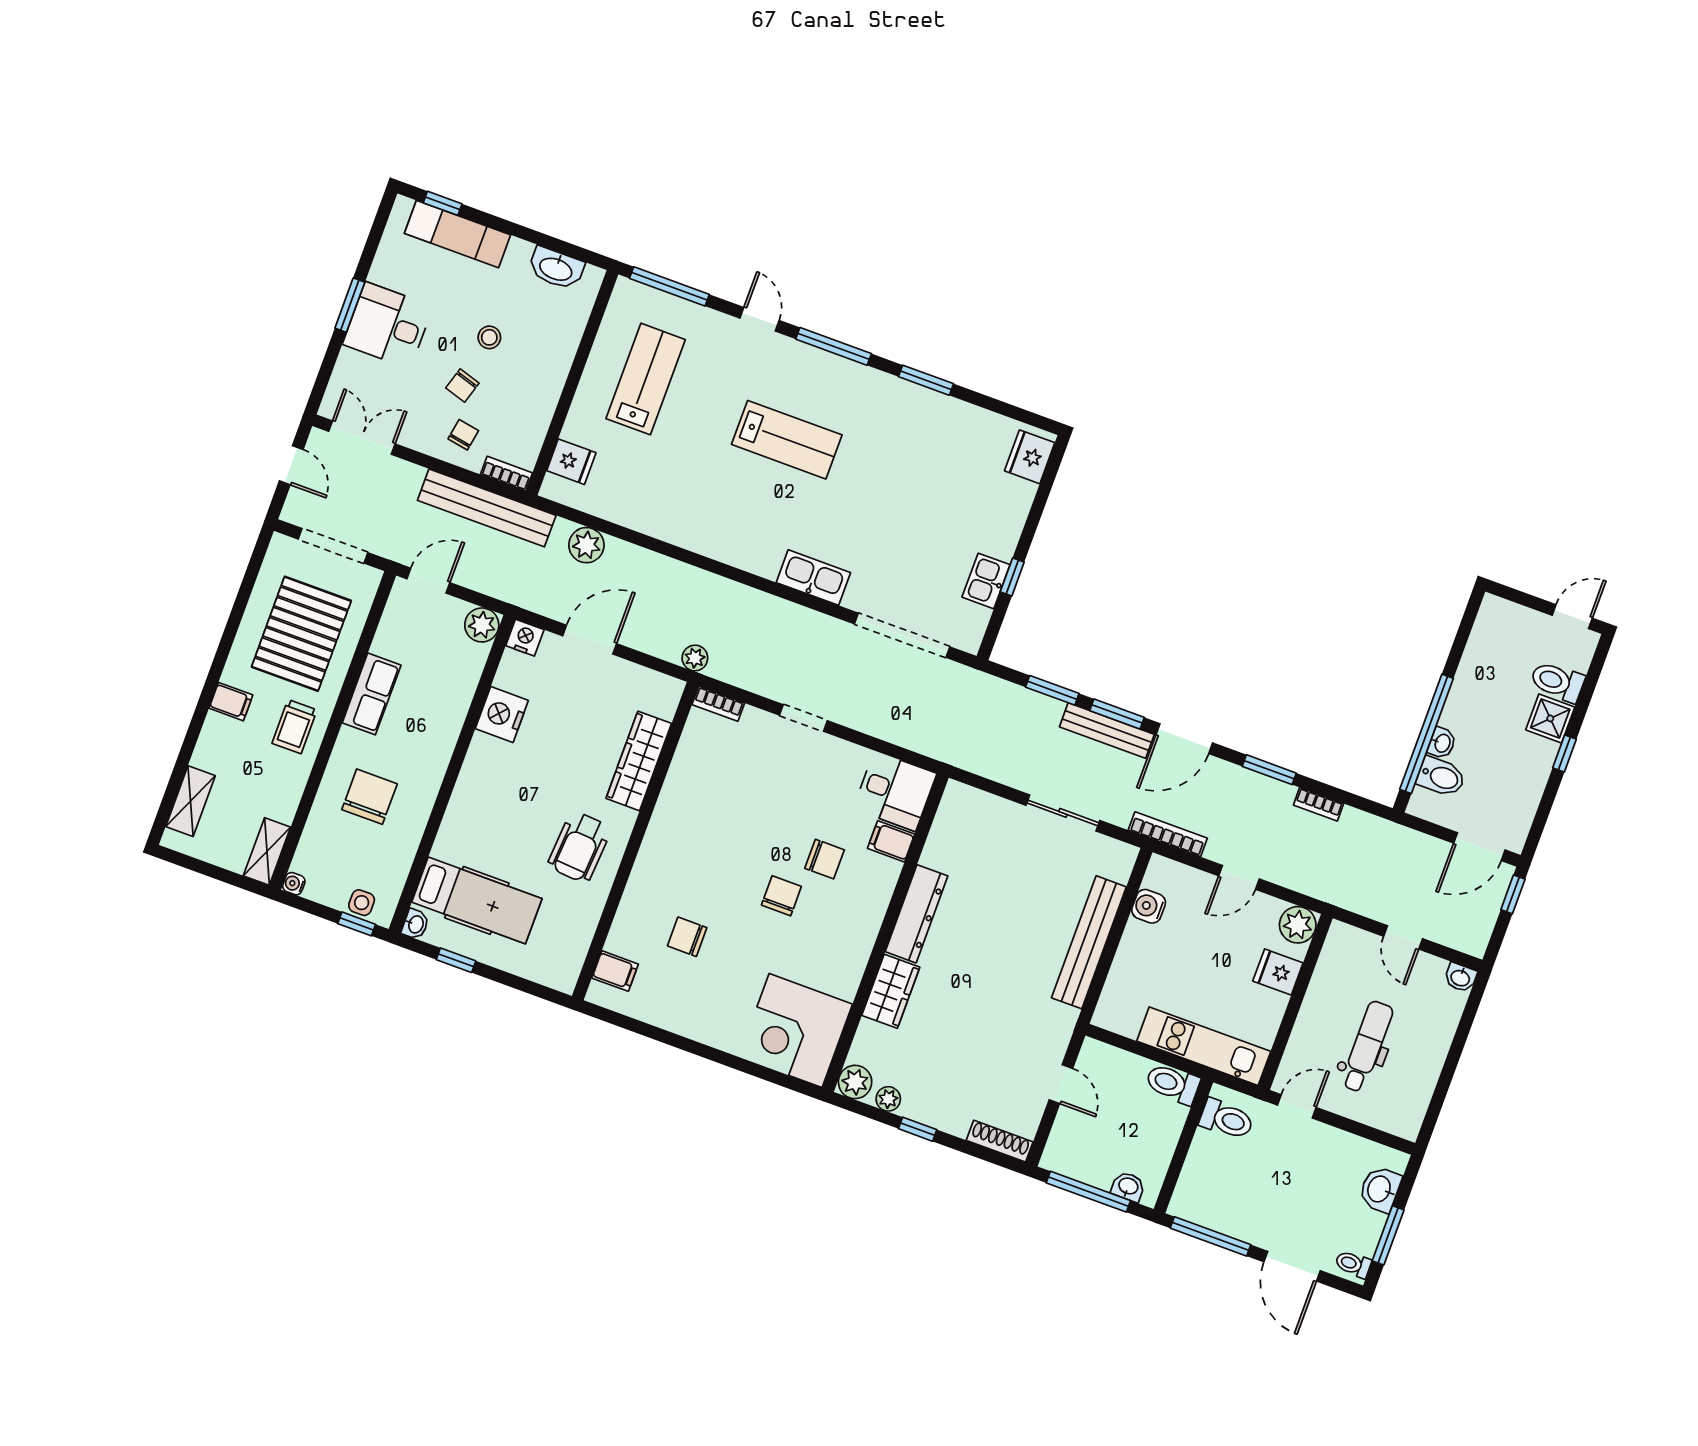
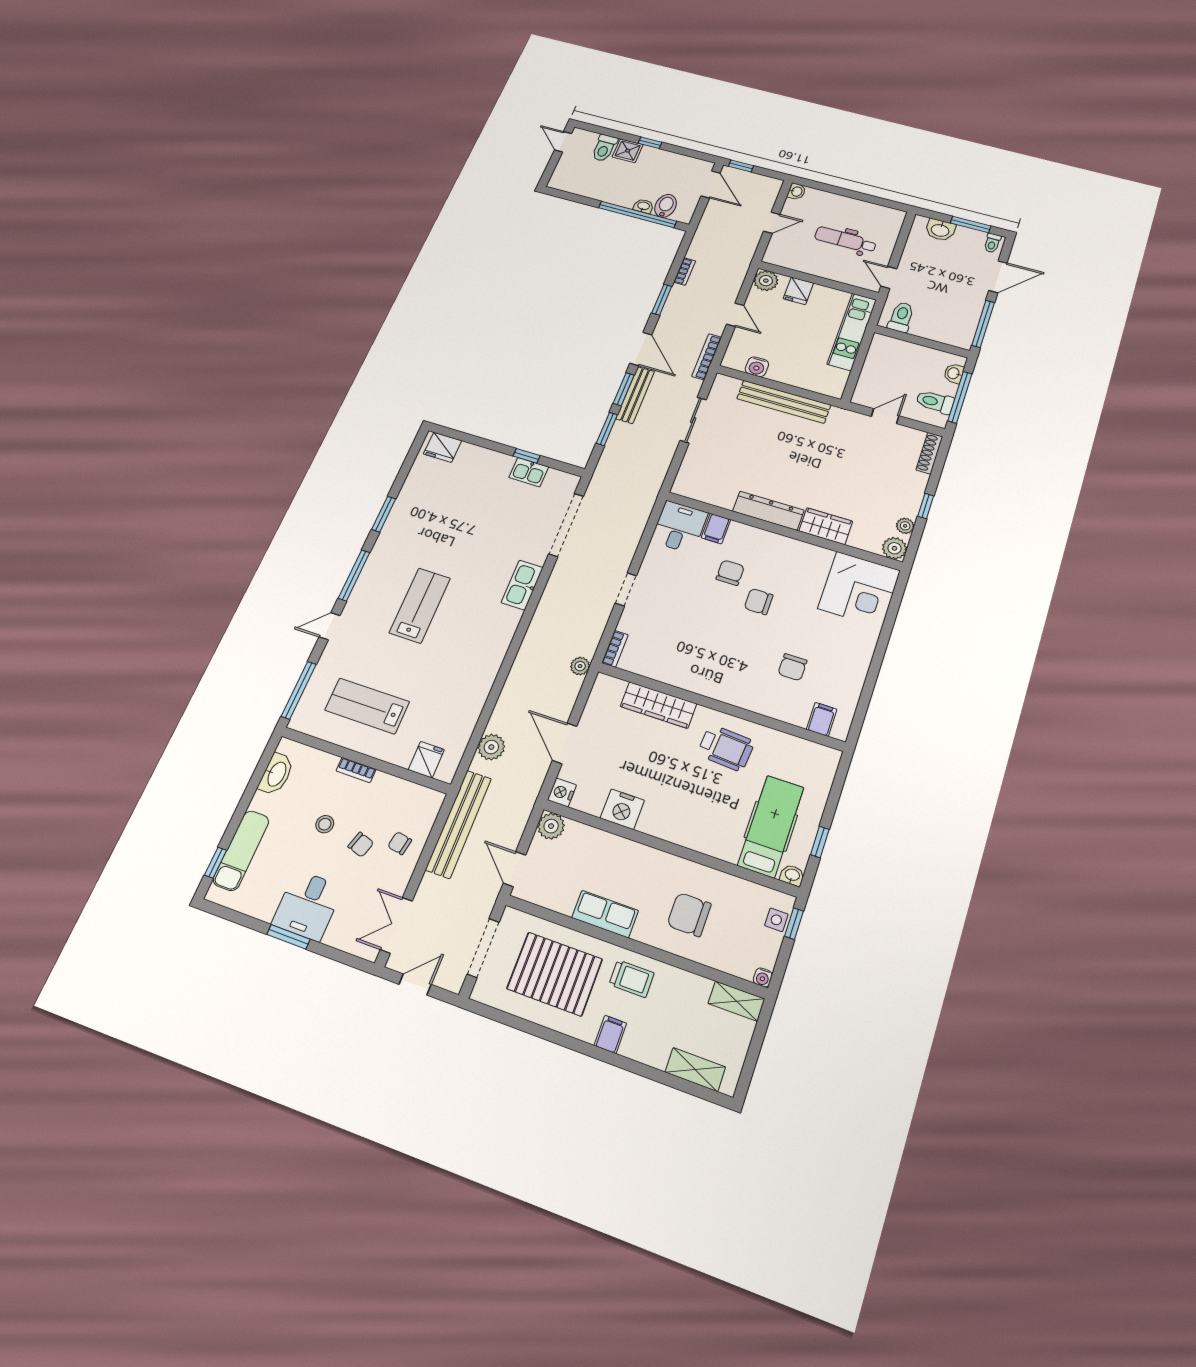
bookcase: (506, 474) -> (356, 770), moved, turned -90
toilet: (1173, 1084) -> (935, 402), moved, turned 90

